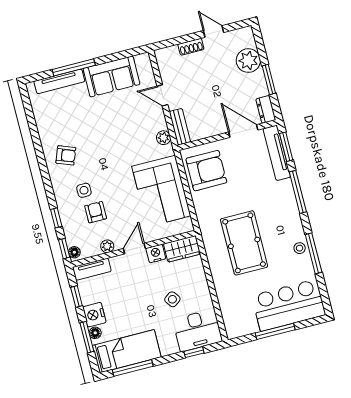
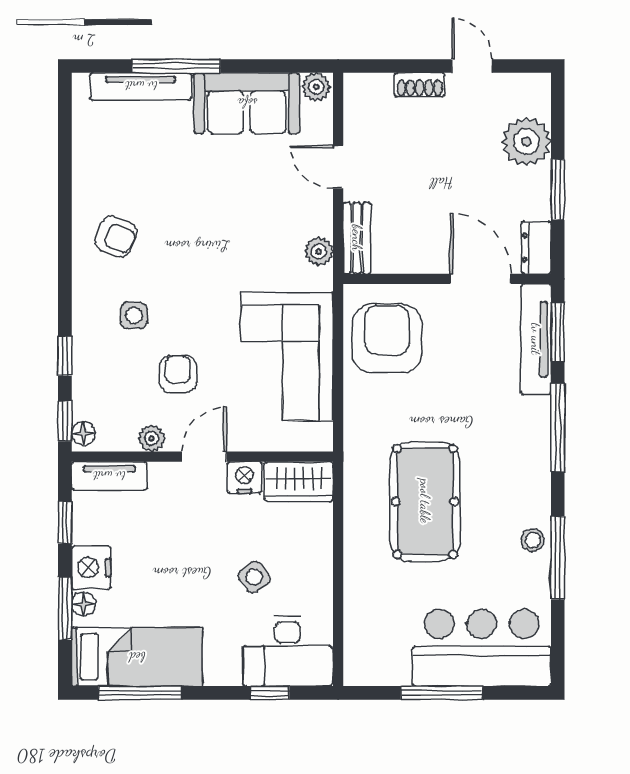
plant: (142, 60) -> (316, 87), added
armchair: (206, 171) -> (387, 339), turned -90
armchair: (96, 212) -> (178, 374), moved

